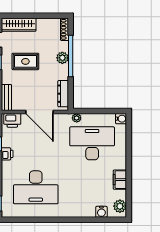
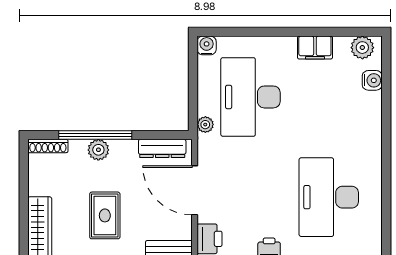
door: (40, 112) -> (195, 190), swing flipped
desk: (36, 187) -> (329, 197), turned 180

